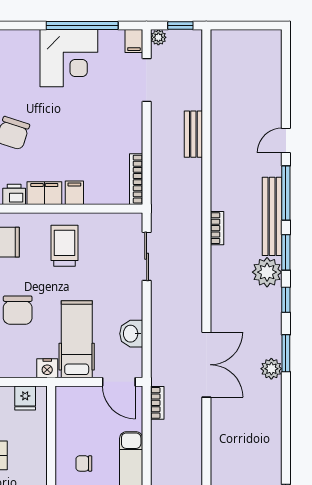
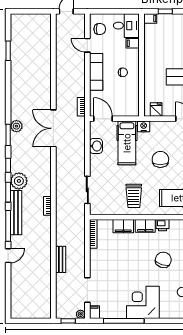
corner desk: (69, 58) -> (143, 302), moved
filing cabinet: (74, 193) -> (123, 226), width x2.00

